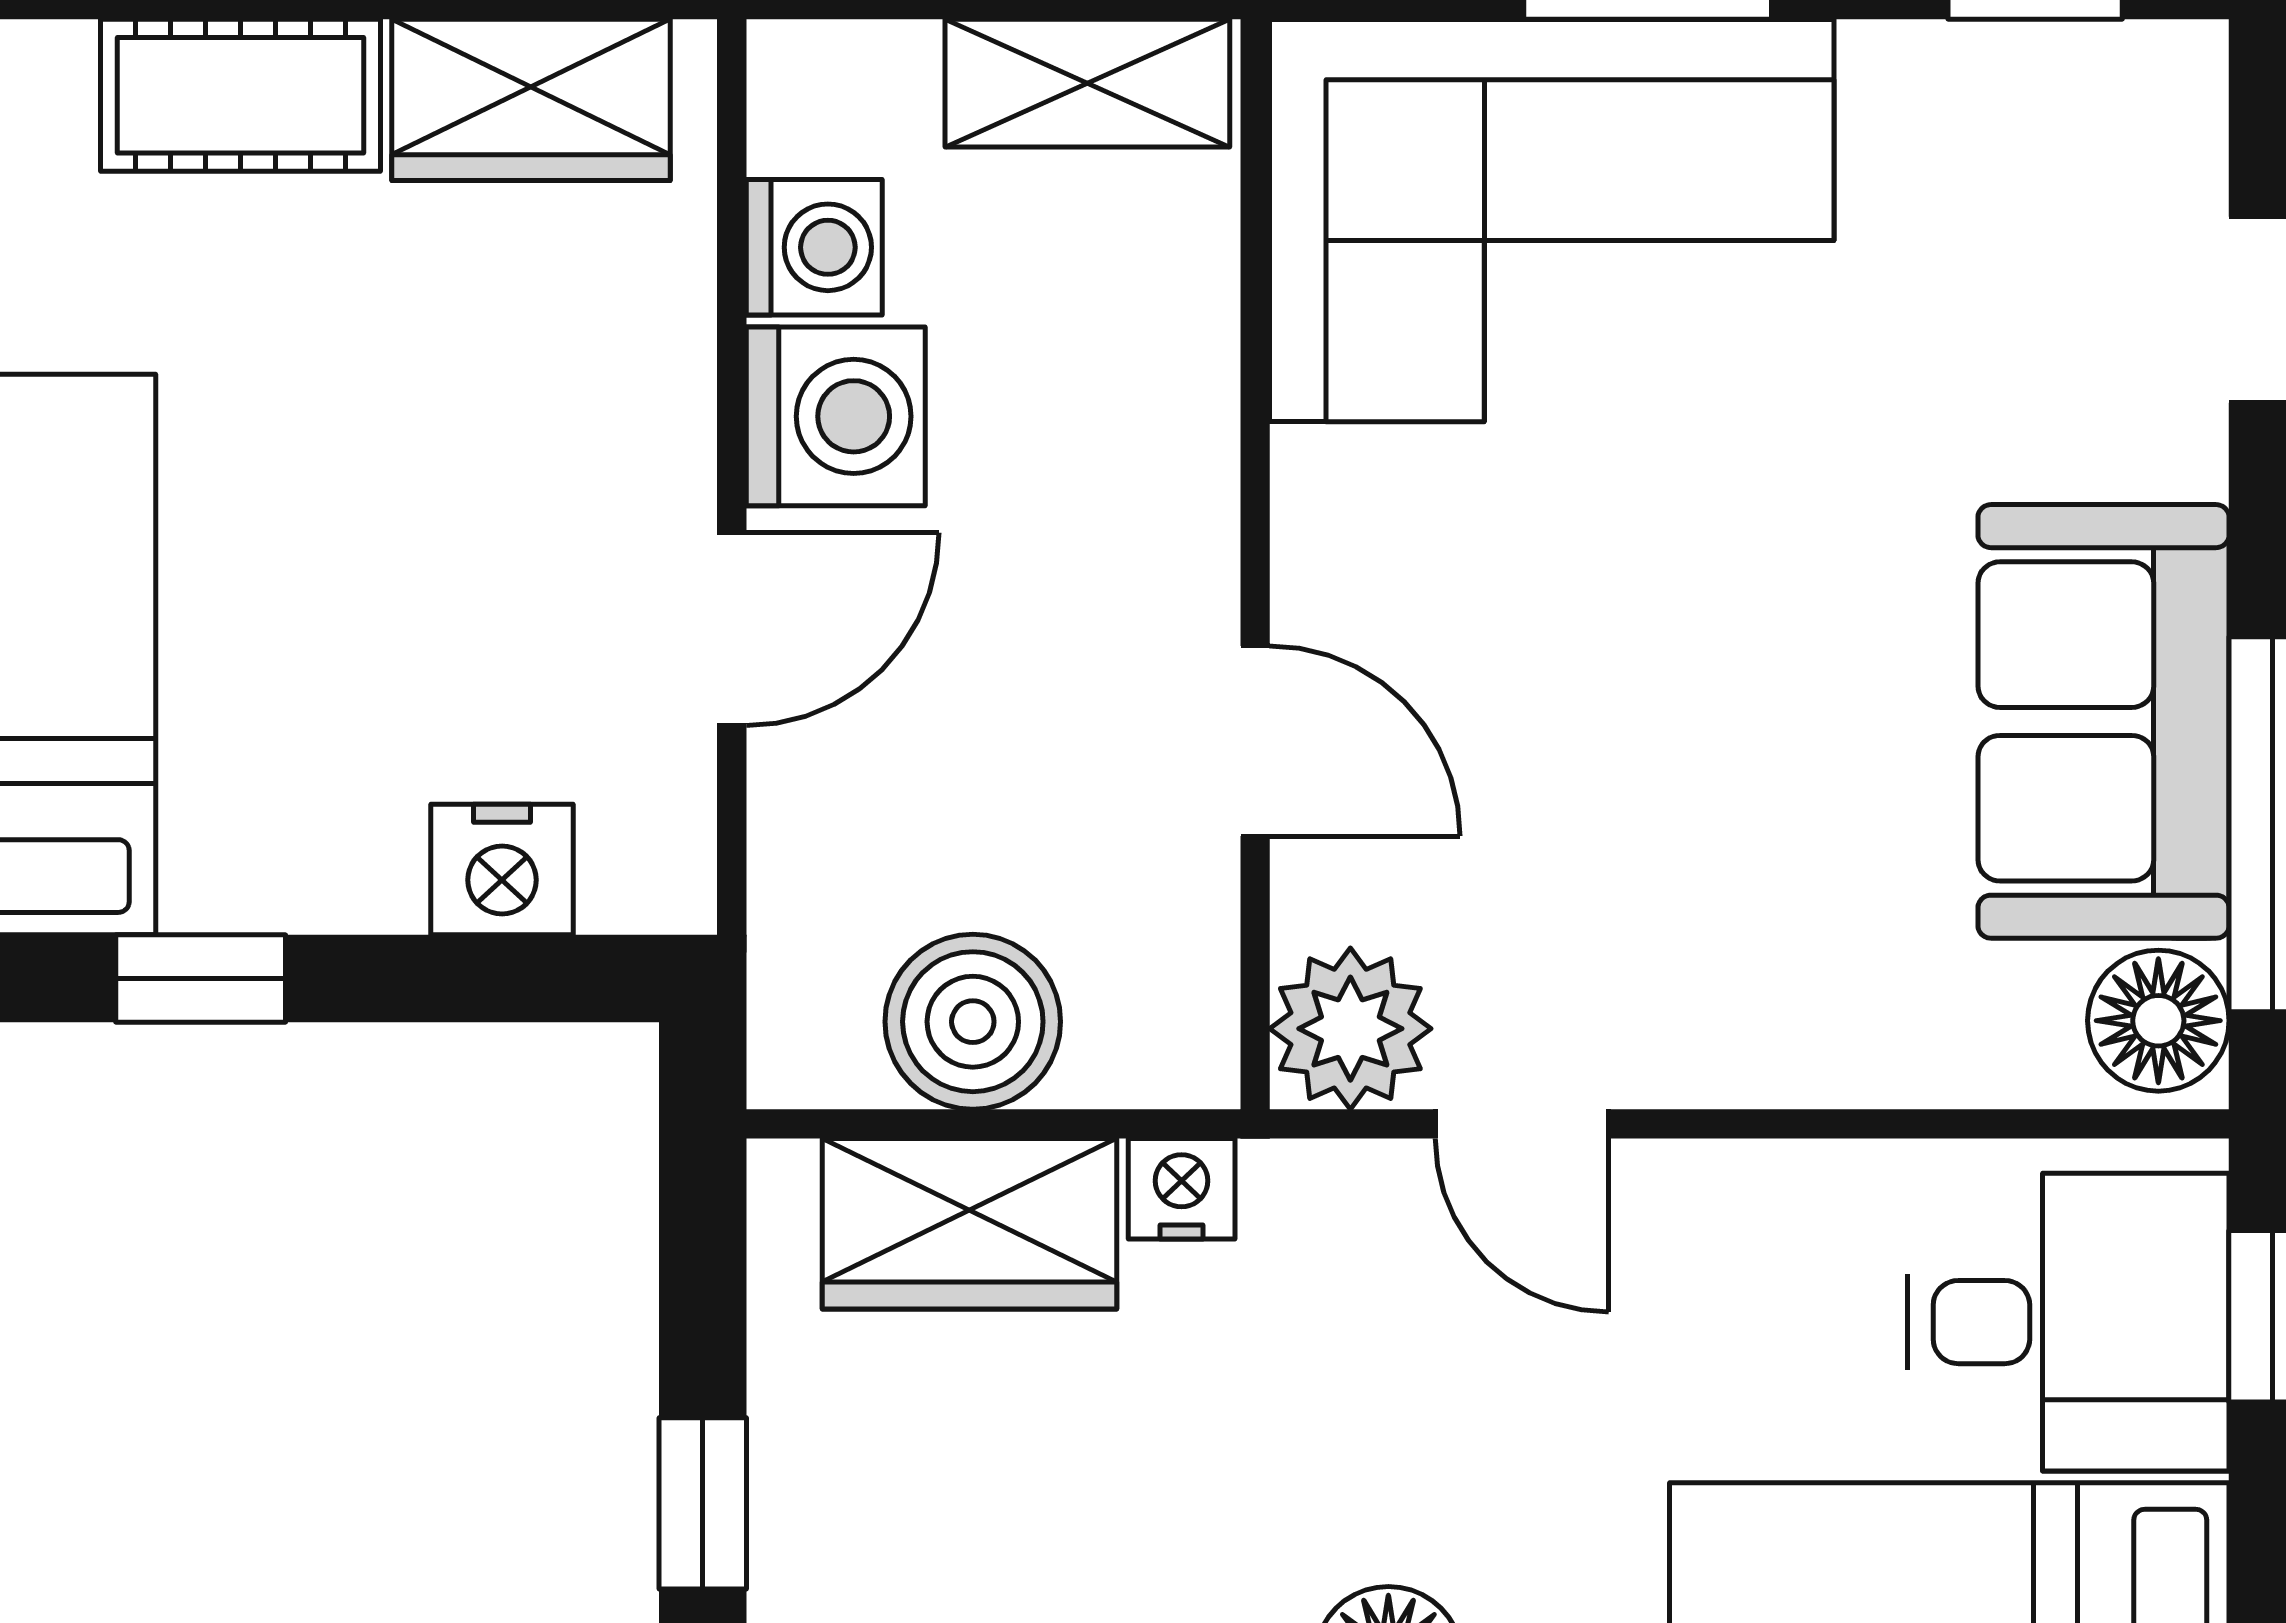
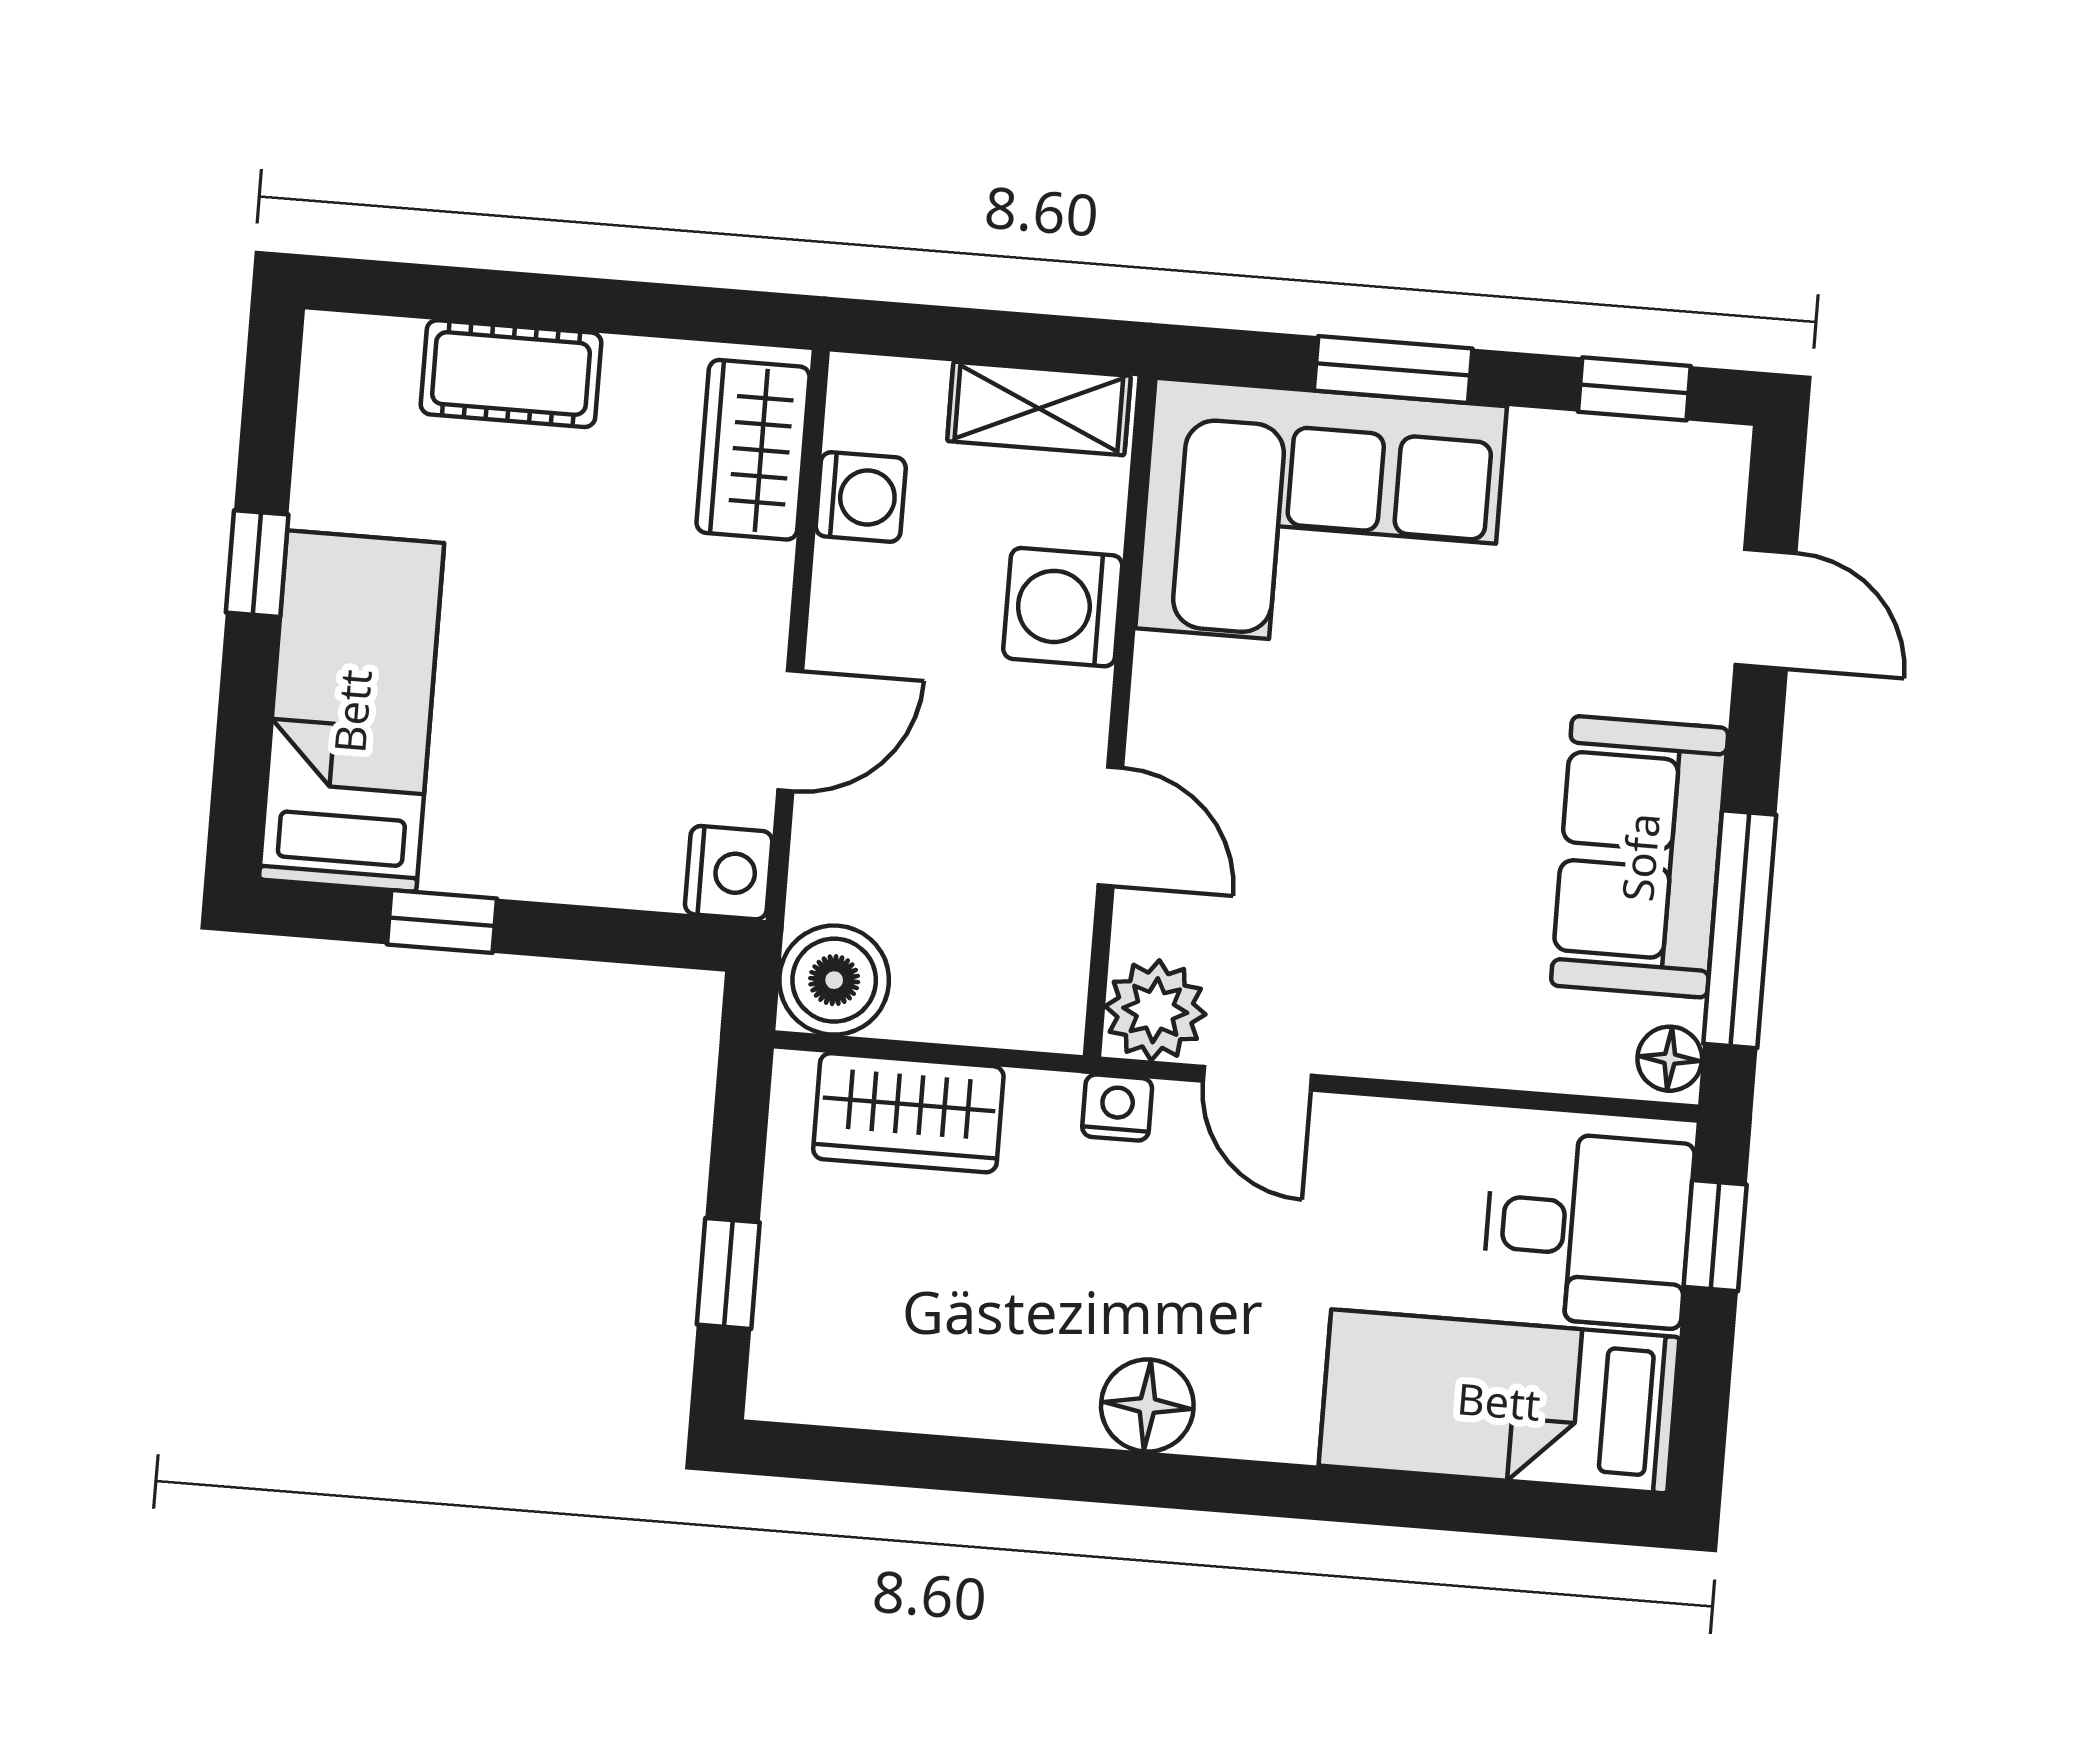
wardrobe: (531, 100) -> (753, 450), moved, turned 90
washing machine: (836, 416) -> (1063, 607), moved, turned 180
nightstand: (502, 870) -> (729, 873), moved, turned -90
floor lamp: (2158, 1021) -> (1670, 1059), width x0.73, depth x0.73
boiler: (973, 1022) -> (834, 980), moved
nightstand: (1182, 1189) -> (1117, 1108), moved

